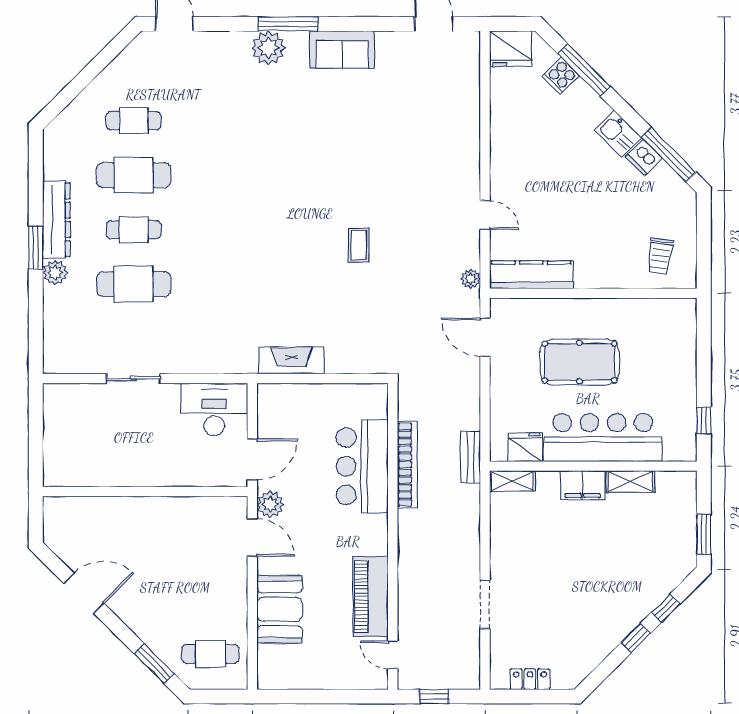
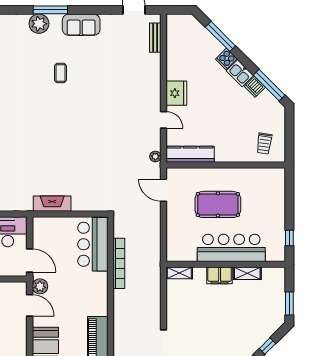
fridge: (511, 49) -> (176, 93), moved, turned -90
cooker: (561, 76) -> (226, 59), moved
coffee table: (359, 245) -> (60, 73), moved
fridge: (525, 447) -> (187, 253), removed
bench: (470, 457) -> (155, 38), moved
door: (252, 459) -> (30, 260), hinge flipped
bar counter: (362, 466) -> (93, 244), moved

